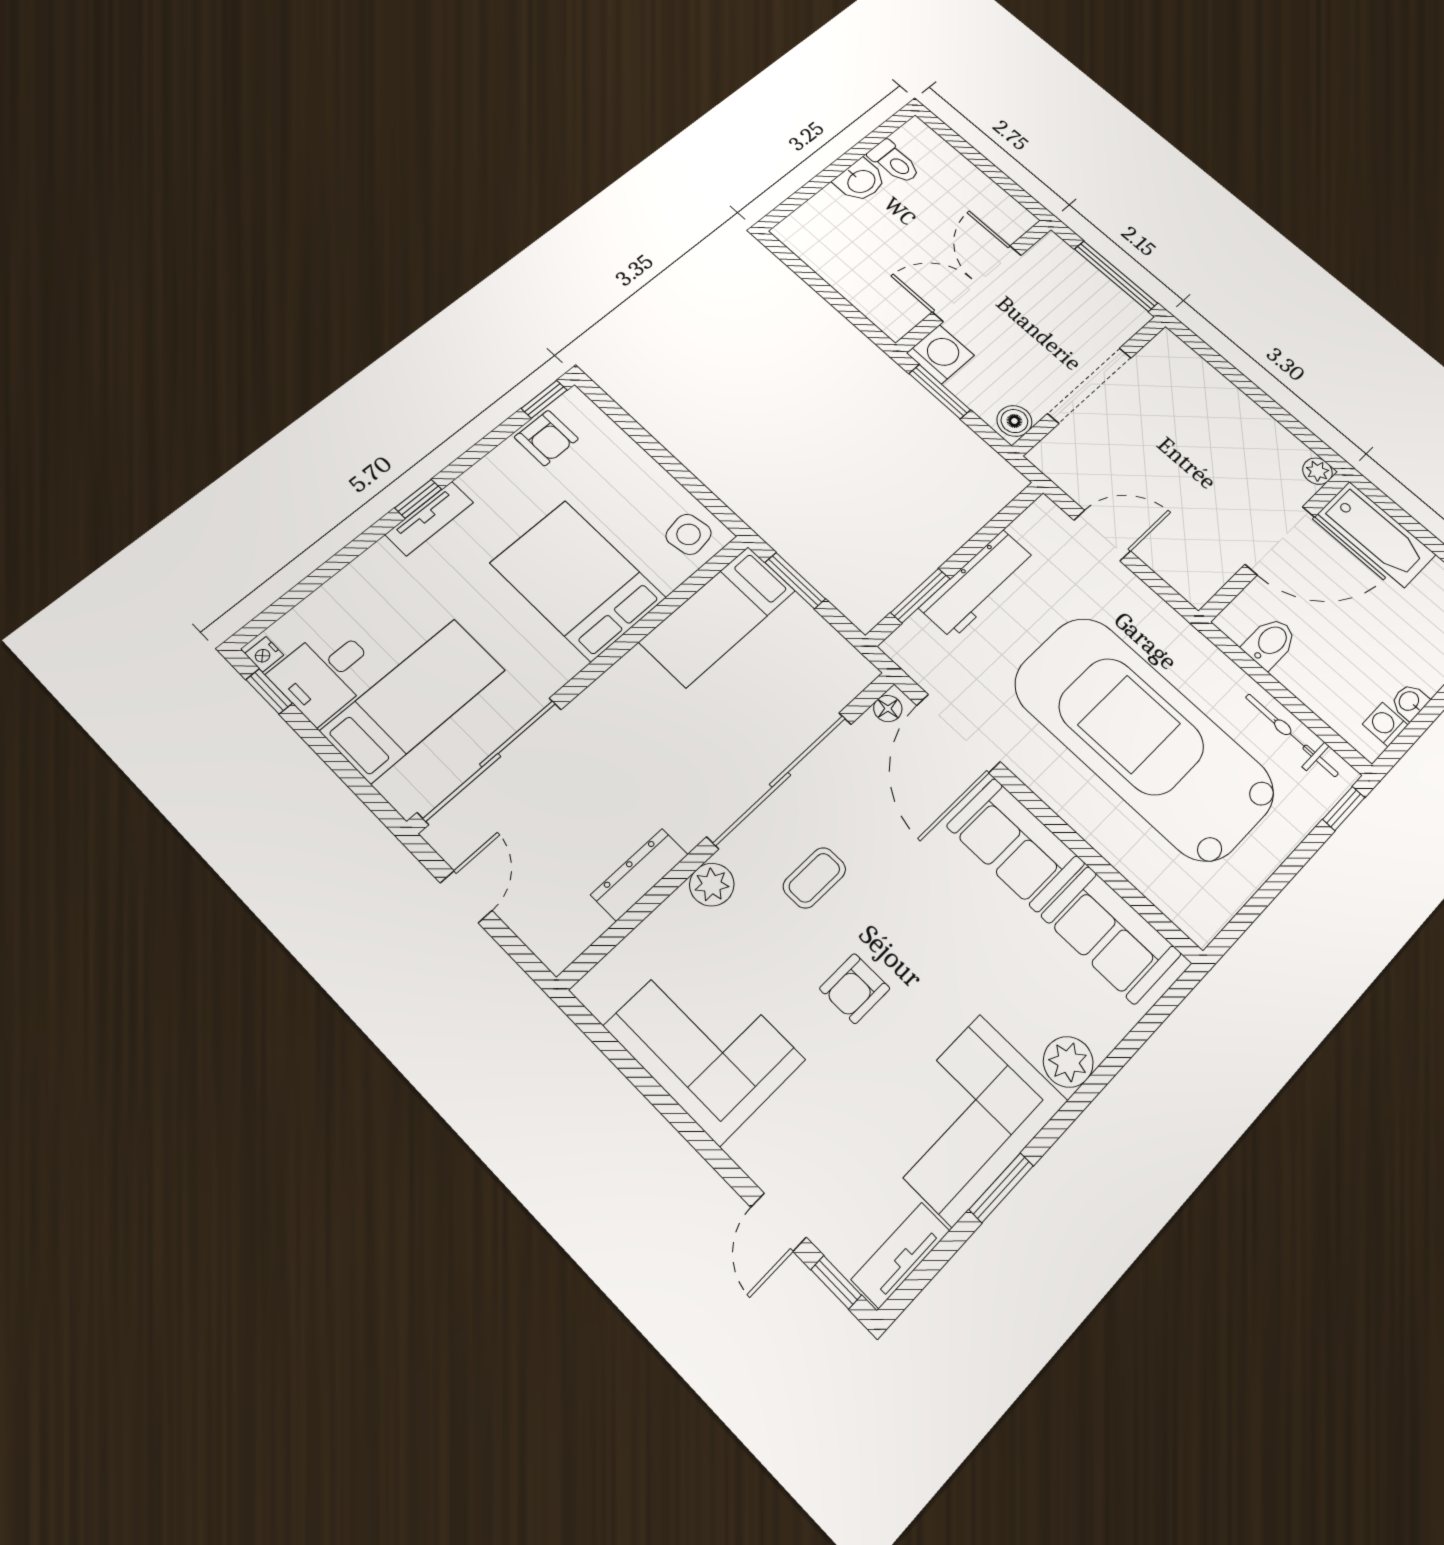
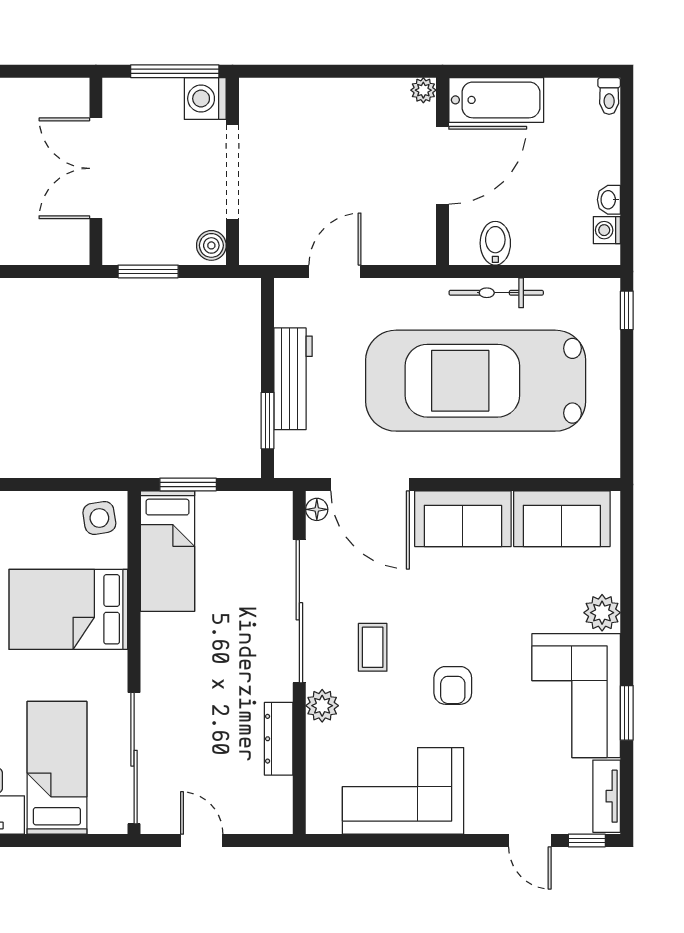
washing machine: (940, 354) -> (205, 99), moved, turned -90
bicycle: (1292, 735) -> (496, 293), moved

